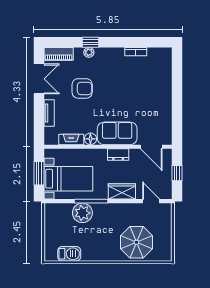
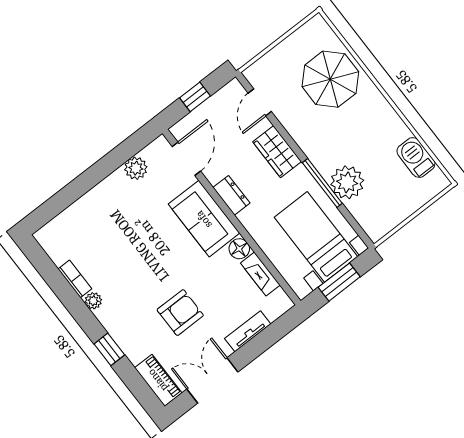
plant: (89, 52) -> (93, 301), moved
armchair: (82, 88) -> (180, 313), turned 90
plant: (165, 120) -> (136, 168), added

